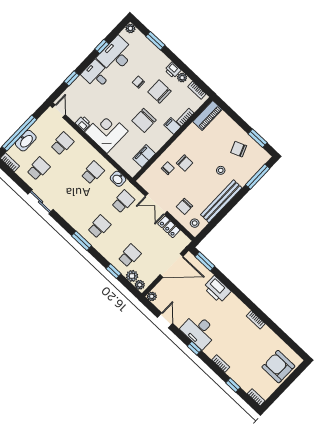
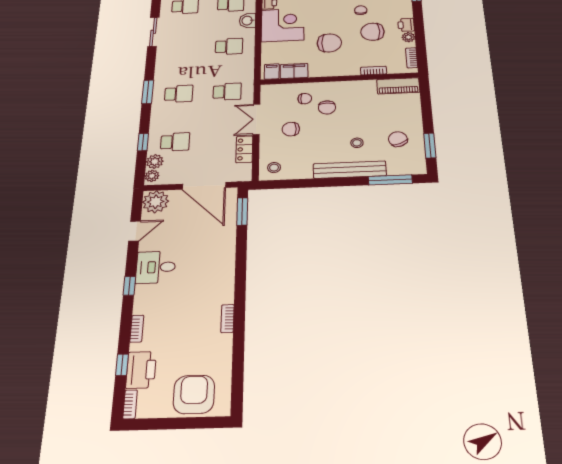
chair: (159, 91) -> (372, 32), turned -90
chair: (144, 120) -> (329, 43), turned 180
filing cabinet: (172, 126) -> (272, 72), moved
washbasin: (118, 179) -> (248, 21), moved
bench: (221, 201) -> (350, 170), moved
chair: (184, 206) -> (291, 129), moved
printer: (217, 289) -> (141, 370), moved, turned 180
plant: (152, 296) -> (156, 202), width x1.87, depth x1.87
desk: (199, 331) -> (156, 267), width x0.73

